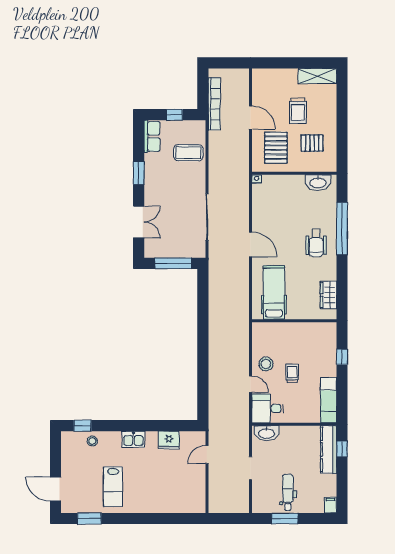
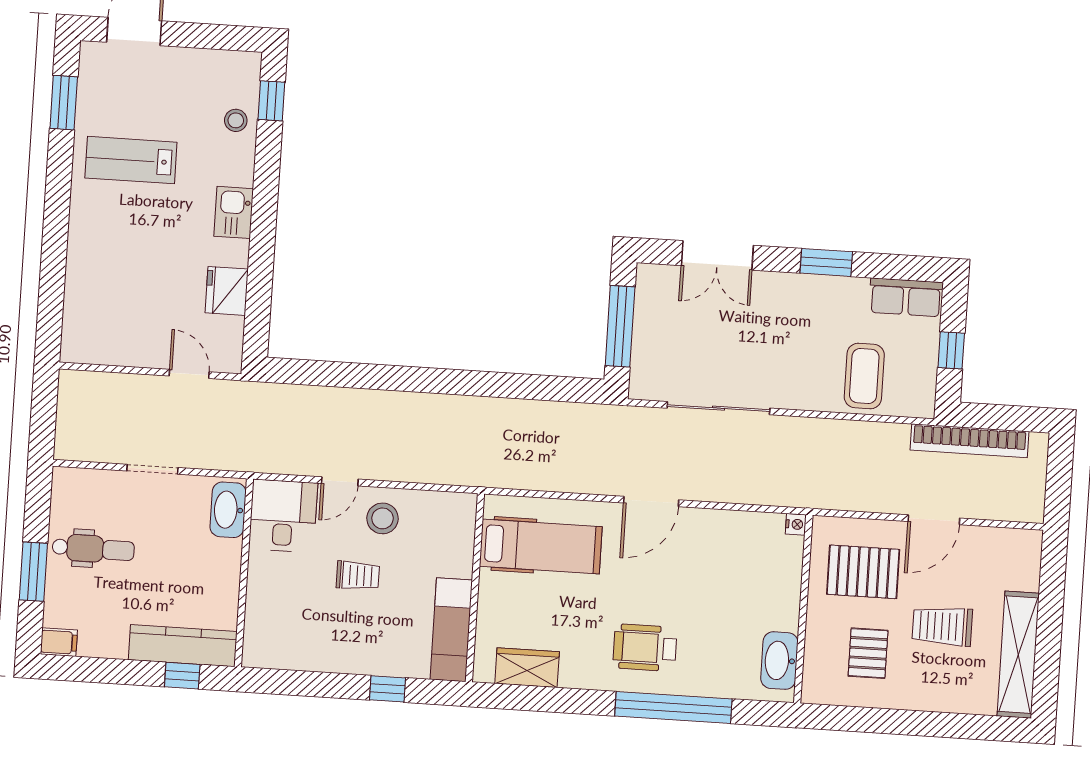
shelving: (317, 76) -> (1018, 655), width x1.47
exam couch: (329, 400) -> (451, 630), moved, turned -90
window: (285, 518) -> (33, 572), moved

